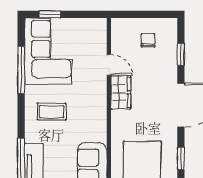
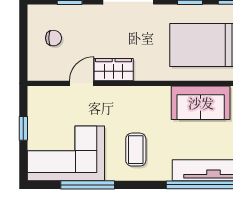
window: (50, 14) -> (23, 128), moved
chair: (148, 40) -> (54, 38), turned 180

